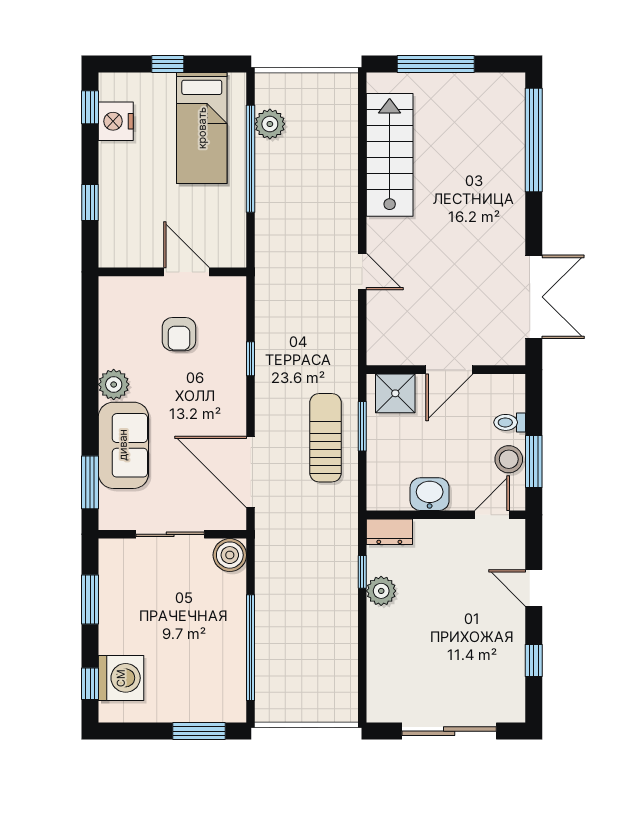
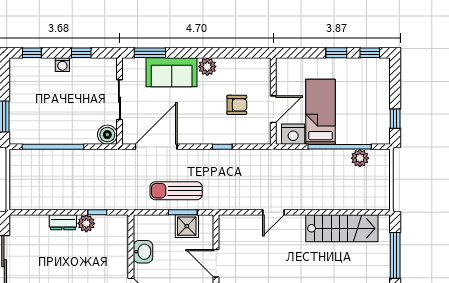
window: (168, 64) -> (395, 119), moved
nightstand: (116, 121) -> (293, 134), moved, turned 180
bed: (202, 128) -> (321, 112), moved, turned 90
window: (90, 202) -> (336, 53), moved
armchair: (179, 334) -> (237, 105), turned 180
shower: (395, 393) -> (187, 226), moved
sun lounger: (325, 438) -> (176, 191), turned 180
dresser: (389, 532) -> (63, 222), moved, turned -90
window: (90, 600) -> (81, 53), width x0.67
washing machine: (121, 678) -> (62, 65), moved, width x0.53, depth x0.53

